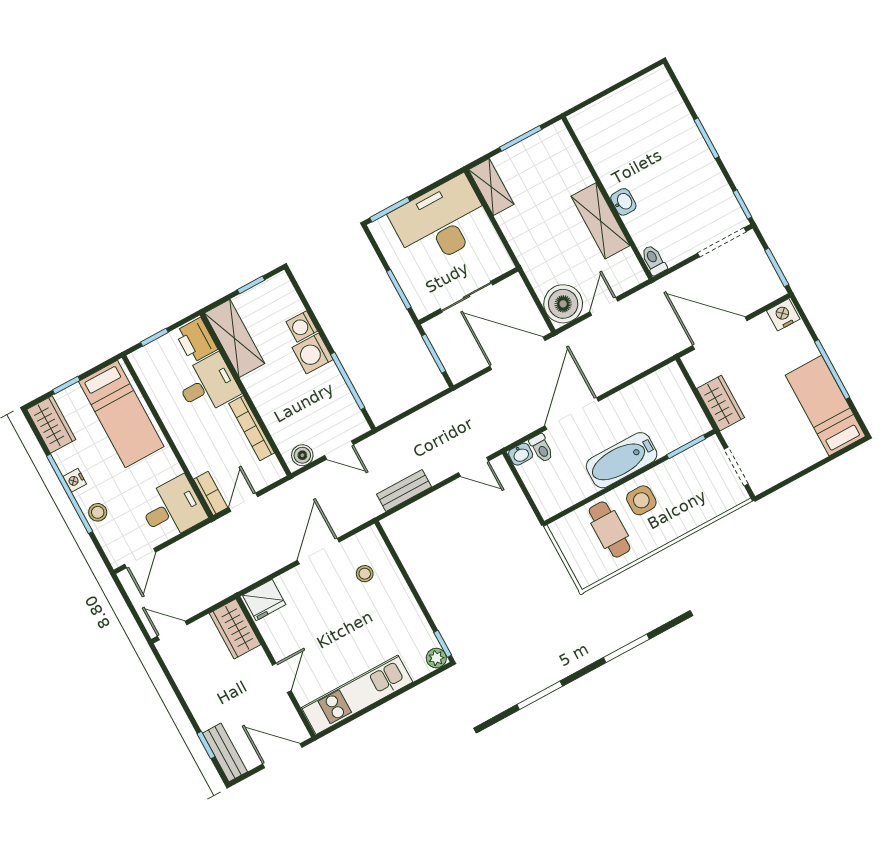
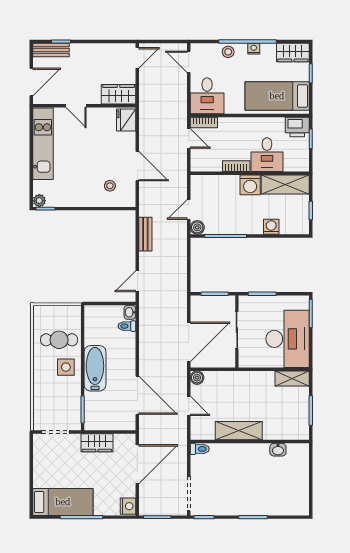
washbasin: (623, 202) -> (278, 450), moved
boiler: (563, 304) -> (197, 378), width x0.54, depth x0.54
printer: (196, 340) -> (297, 127), moved, turned 180
washing machine: (313, 354) -> (250, 185), moved, turned 180
door: (572, 414) -> (137, 395), moved
bookcase: (252, 428) -> (236, 166), width x0.64
boiler: (302, 455) -> (197, 227), moved

